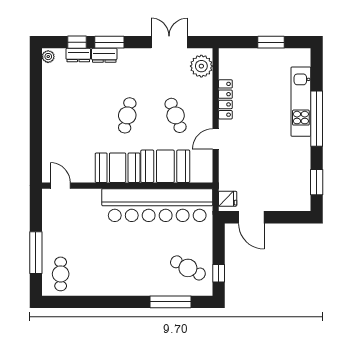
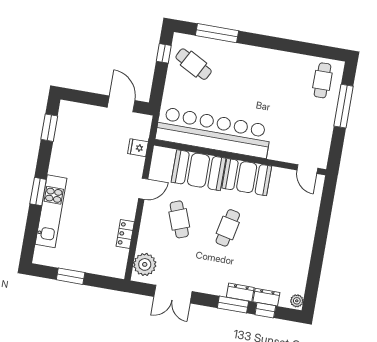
locker: (225, 99) -> (125, 234), width x0.66
window: (317, 119) -> (38, 192), width x0.47
fridge: (228, 199) -> (138, 148), moved

